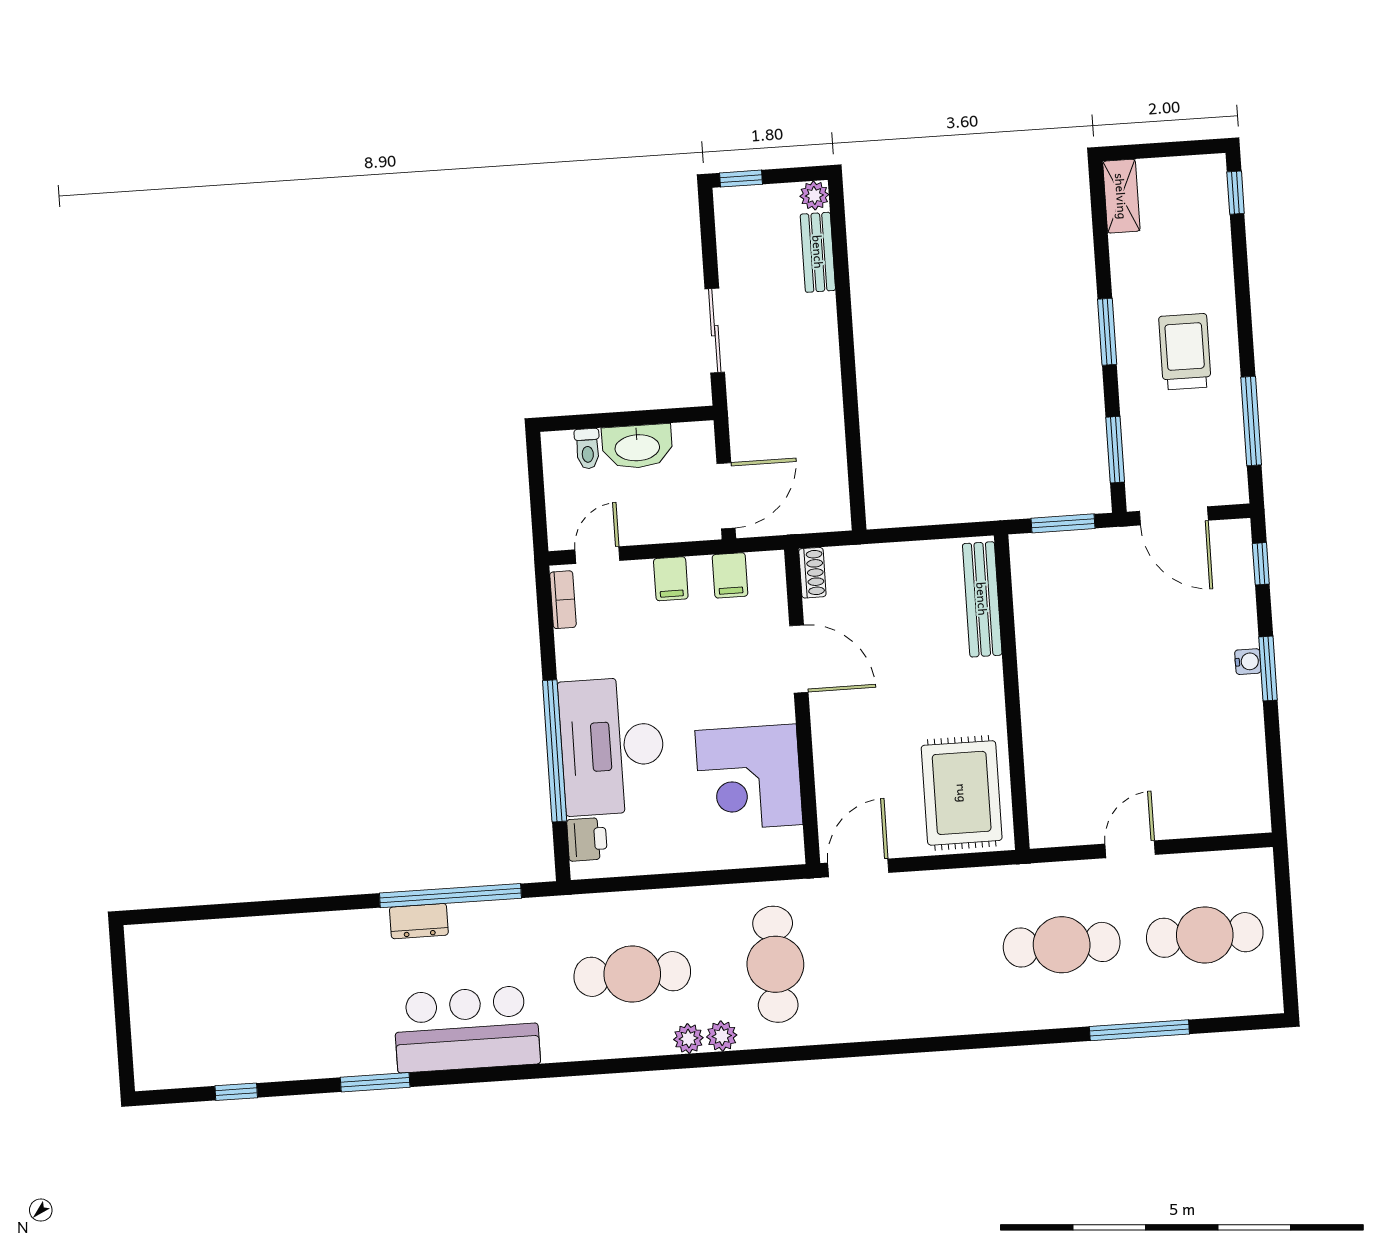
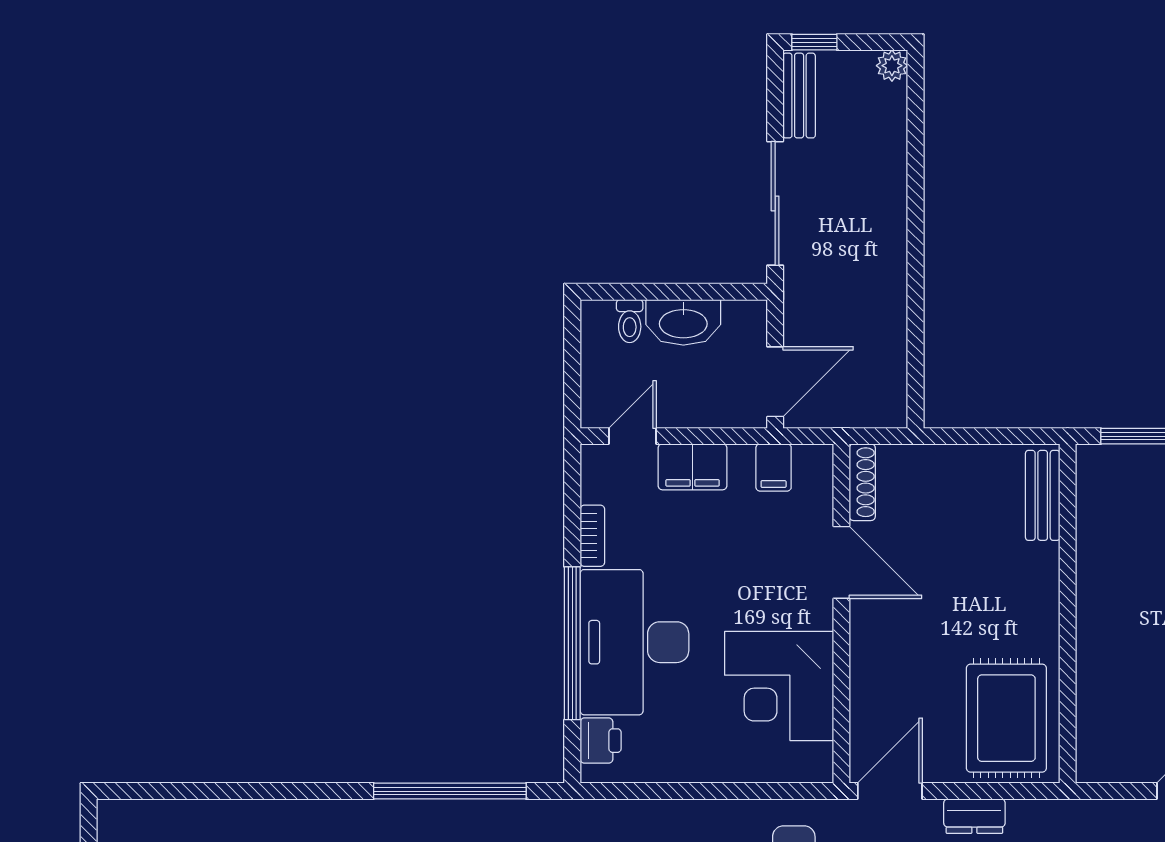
bench: (818, 252) -> (799, 96), moved
sliding door: (715, 331) -> (775, 203), width x1.37
shoe rack: (812, 573) -> (862, 482), width x1.43
filing cabinet: (671, 579) -> (693, 467), width x2.00
bench: (982, 599) -> (1043, 495), width x0.73
bookcase: (563, 600) -> (592, 536), moved
dresser: (419, 921) -> (974, 816), moved

